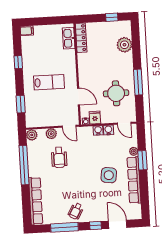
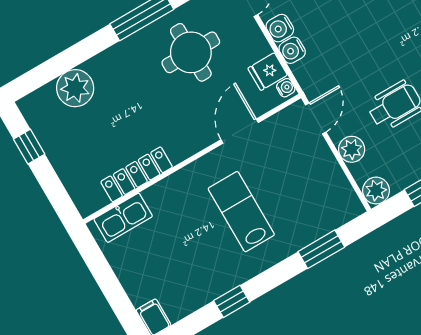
locker: (81, 38) -> (137, 174), moved

